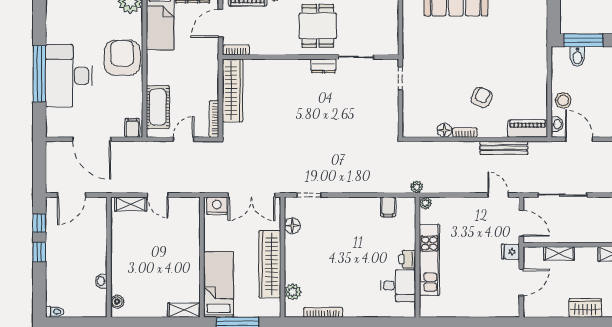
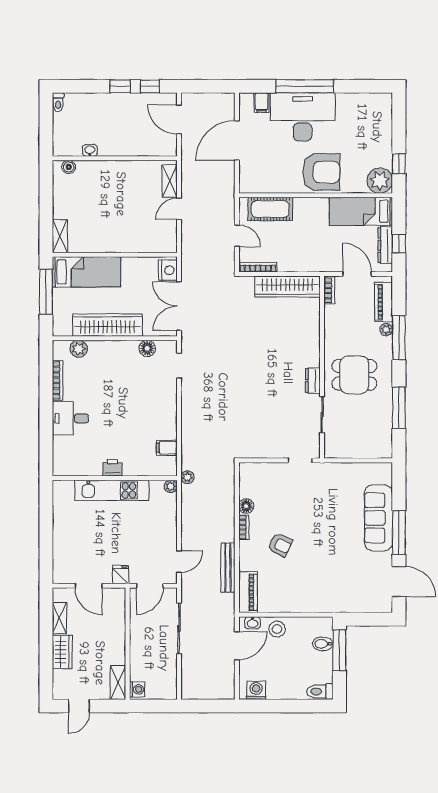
filing cabinet: (132, 128) -> (262, 103), moved, turned 90
shelving: (559, 253) -> (59, 618), moved
desk: (398, 286) -> (70, 418), moved, turned 90

